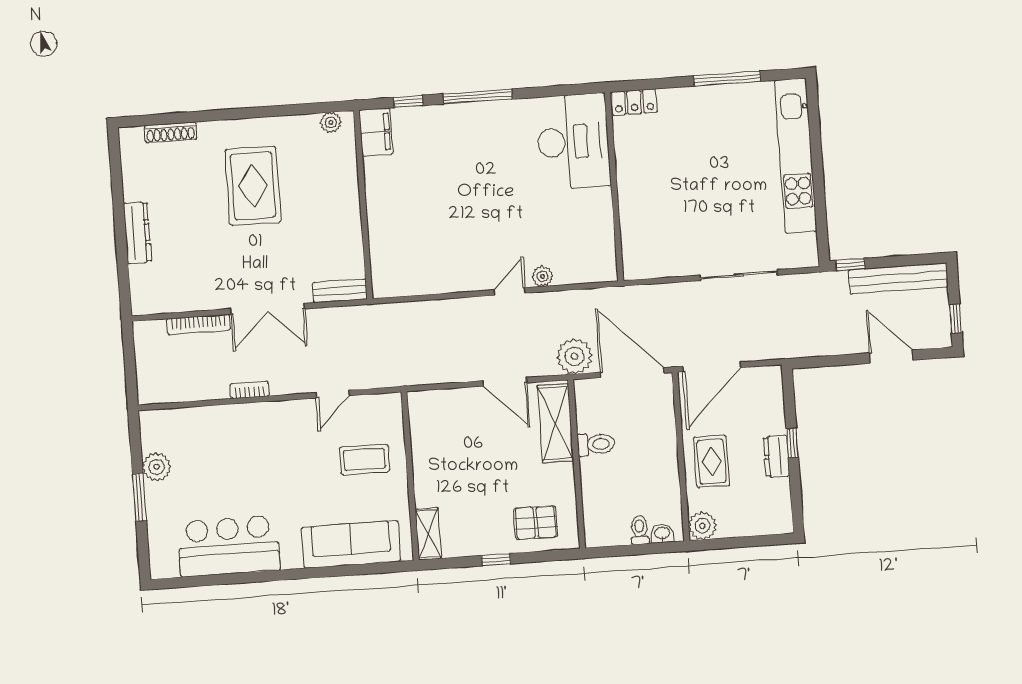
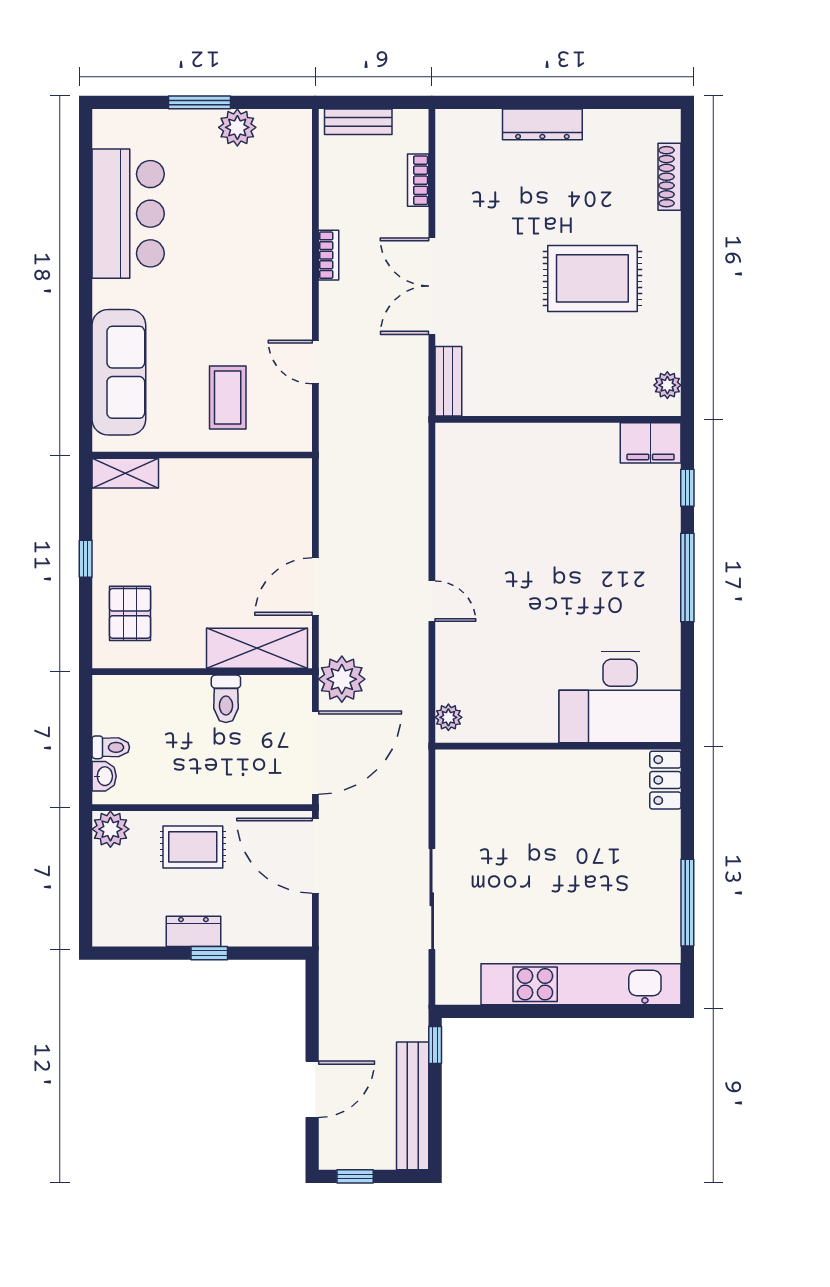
plant: (542, 276) -> (448, 717), moved
bookcase: (198, 324) -> (418, 180), width x0.64
bench: (145, 374) -> (358, 122), added

